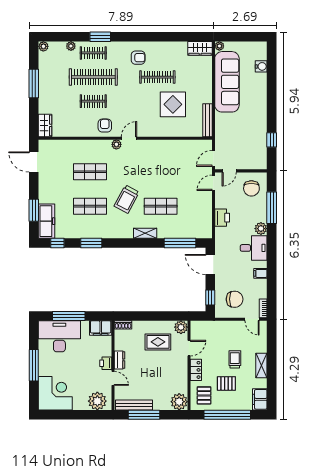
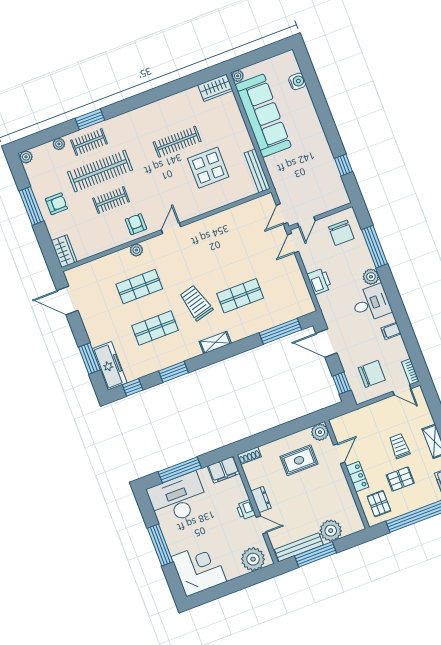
armchair: (138, 58) -> (56, 204), moved
plant: (116, 144) -> (136, 250), moved
trolley: (127, 199) -> (196, 303), turned 137
shelving: (145, 233) -> (215, 342), moved
plant: (179, 402) -> (331, 531), moved

